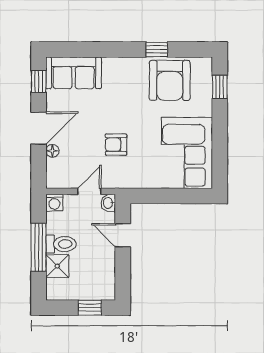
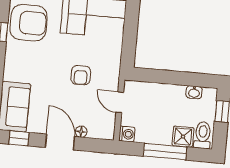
washbasin: (108, 203) -> (194, 92), moved
door: (123, 235) -> (161, 76), removed
toilet: (61, 244) -> (203, 135), moved

